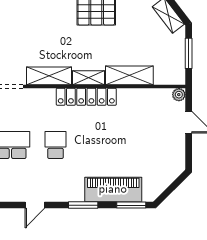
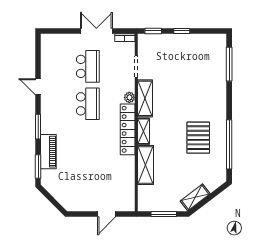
plant: (179, 95) -> (129, 97), moved
school desk: (56, 145) -> (88, 104), width x1.85
piano: (113, 189) -> (48, 152), width x0.73, depth x0.75

